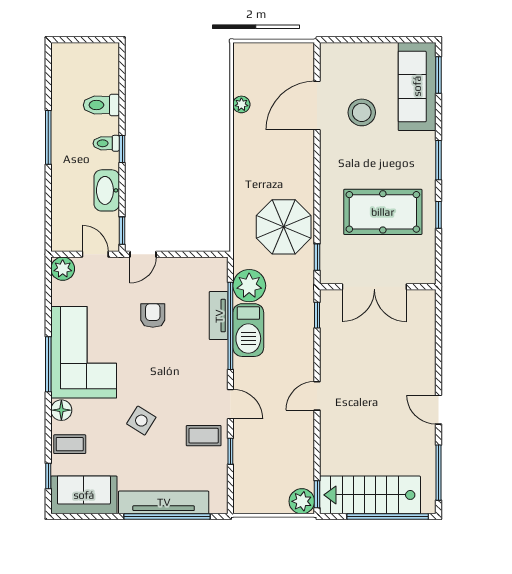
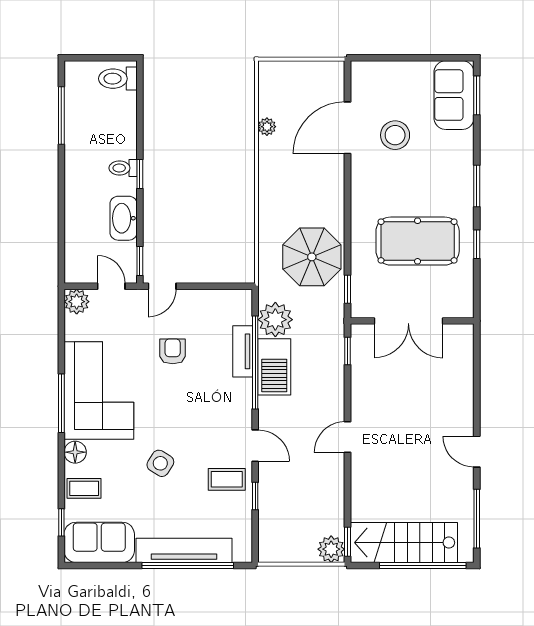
sofa: (417, 86) -> (454, 95), width x0.73
toilet: (101, 105) -> (118, 79), moved
window: (48, 137) -> (61, 116), moved

